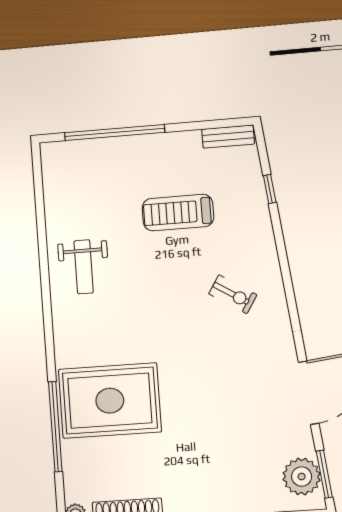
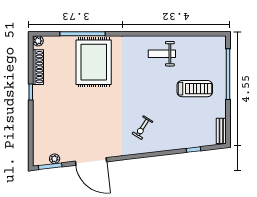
treadmill: (178, 213) -> (195, 89), moved, turned 90
plant: (302, 477) -> (55, 159), width x0.53, depth x0.53

